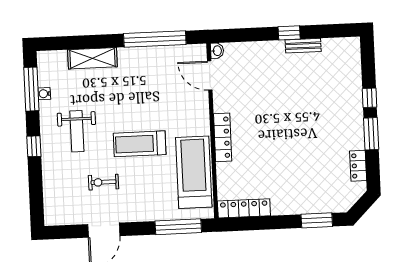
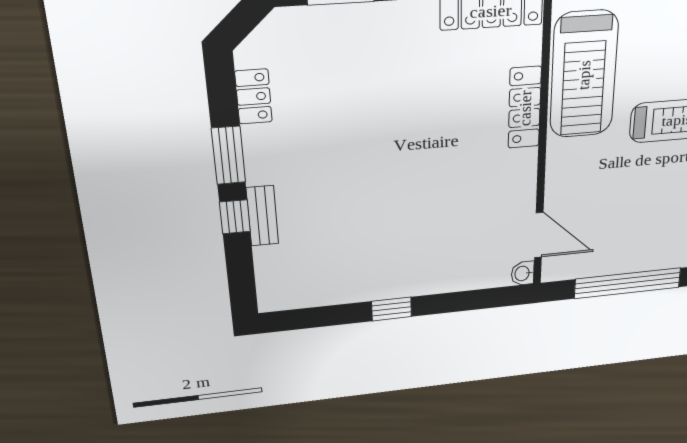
bench: (303, 46) -> (262, 216), moved, turned 90
locker: (223, 137) -> (525, 108), moved

